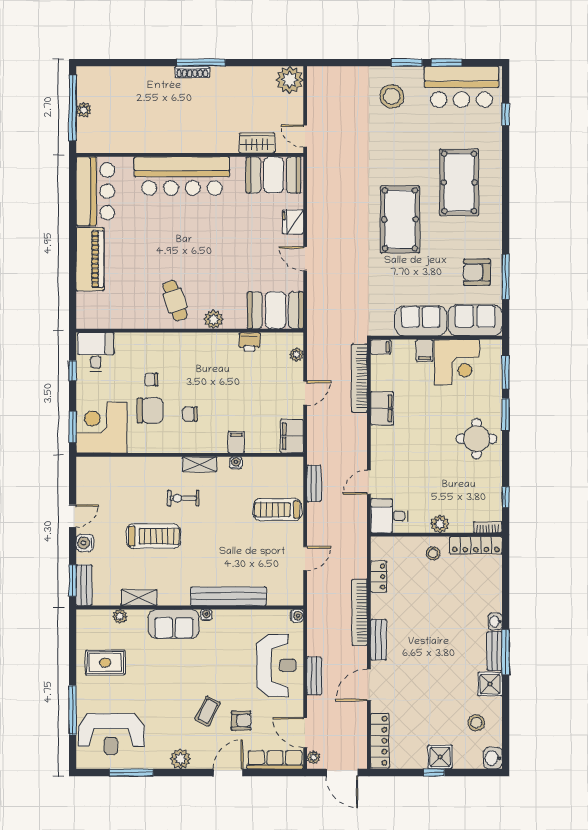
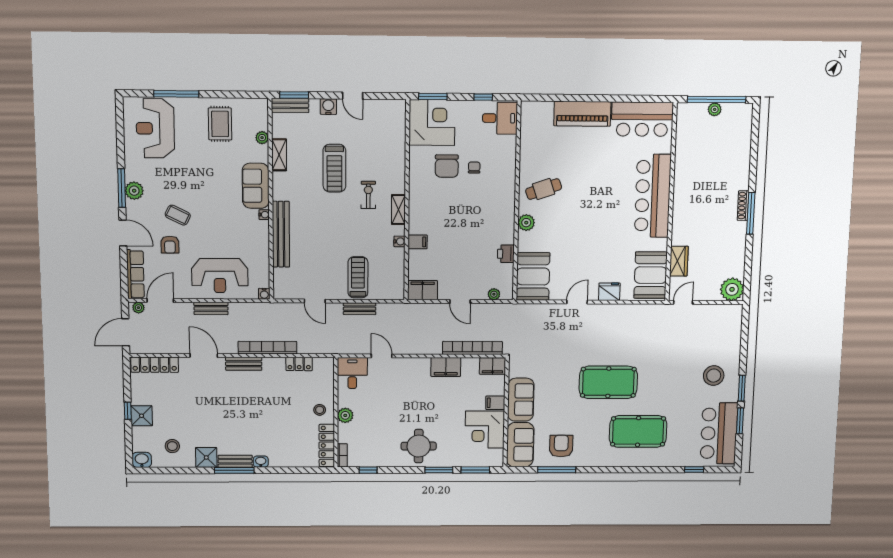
filing cabinet: (381, 347) -> (493, 366), width x2.00
chair: (190, 414) -> (443, 201), removed
bench: (314, 483) -> (360, 309), moved
window: (131, 773) -> (122, 188), moved

